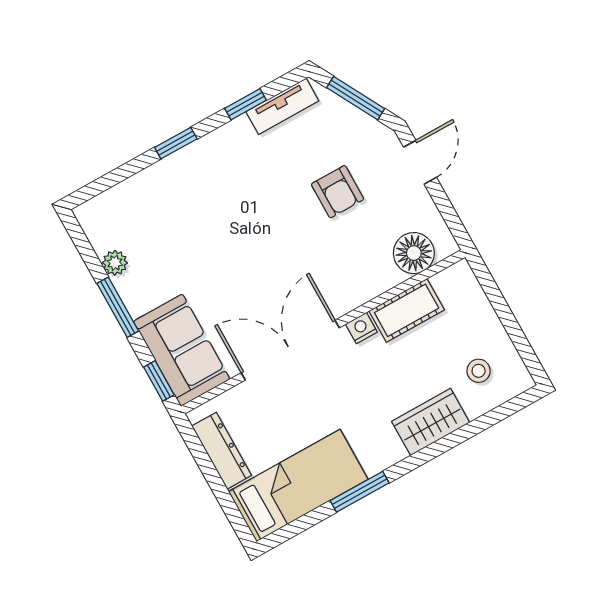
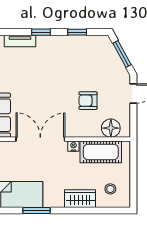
tv unit: (282, 106) -> (20, 41), moved
armchair: (338, 192) -> (88, 101), moved, turned 90
cot: (407, 310) -> (101, 152), width x1.37, depth x1.34

